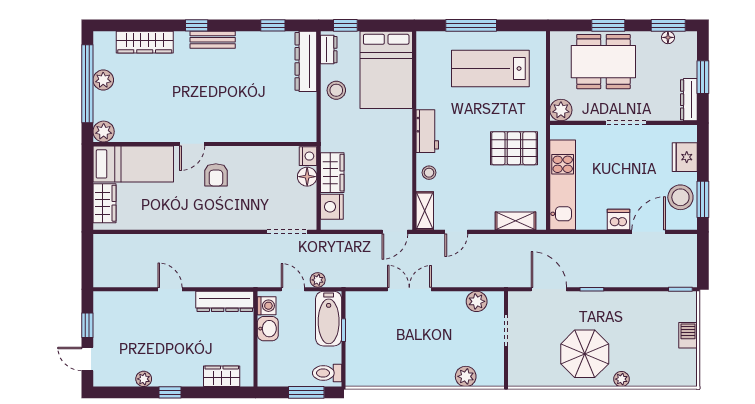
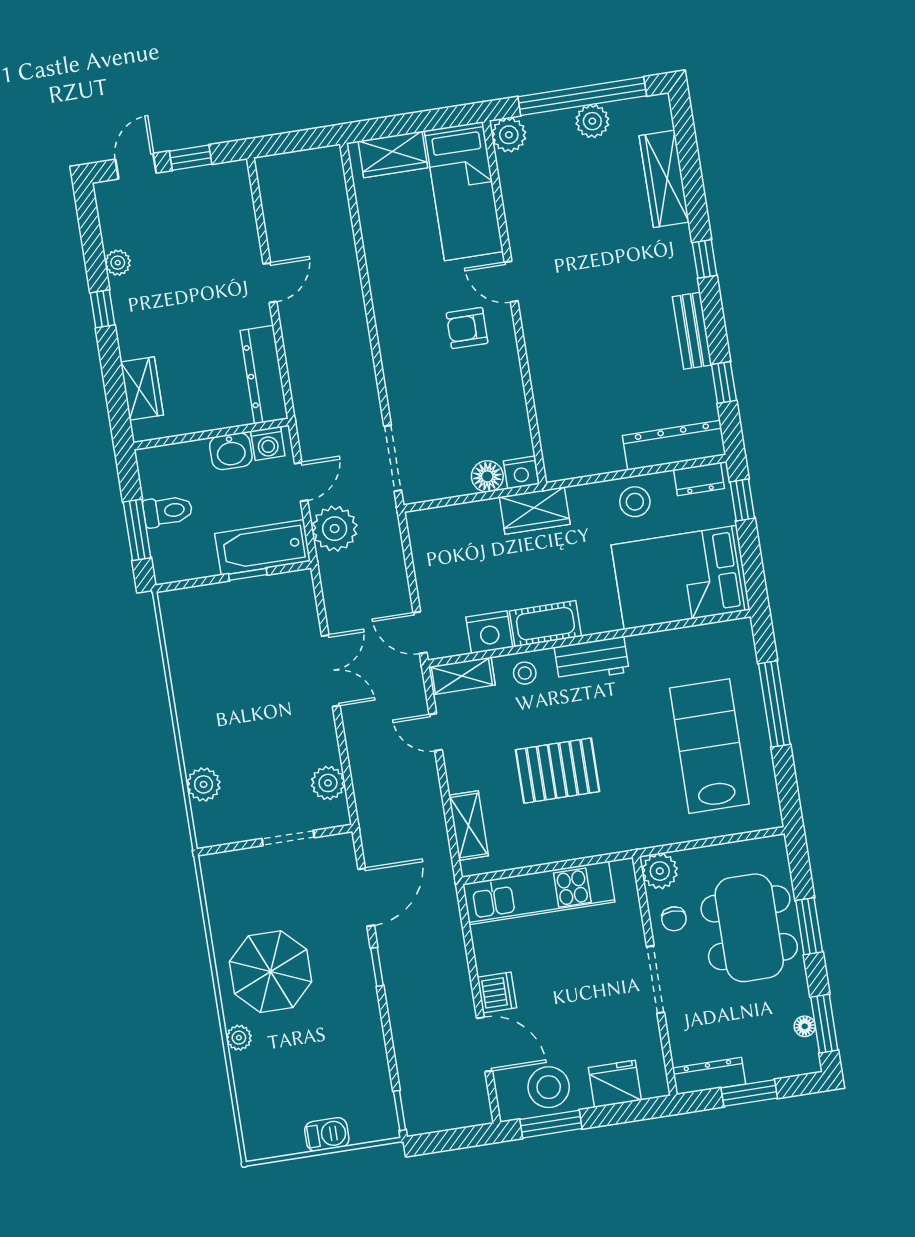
bench: (213, 40) -> (692, 331), moved
chair: (591, 106) -> (674, 919), added
pallet: (514, 148) -> (558, 771), moved, turned 90
cot: (401, 156) -> (545, 624), added
wardrobe: (332, 173) -> (535, 511), moved
nightstand: (332, 207) -> (489, 632), moved, turned 180
plant: (318, 280) -> (335, 529), width x1.88, depth x1.88
toilet: (327, 373) -> (168, 511), moved, turned 90

